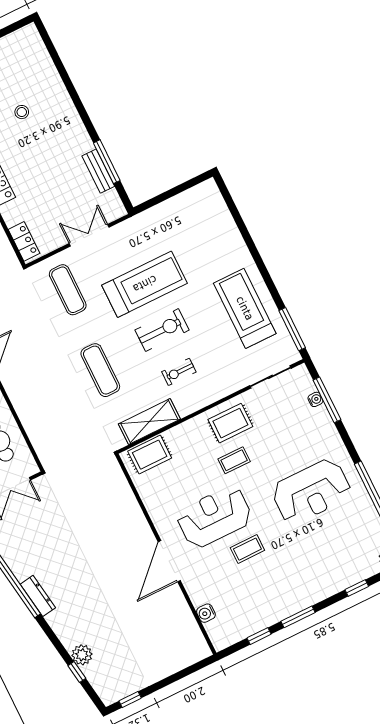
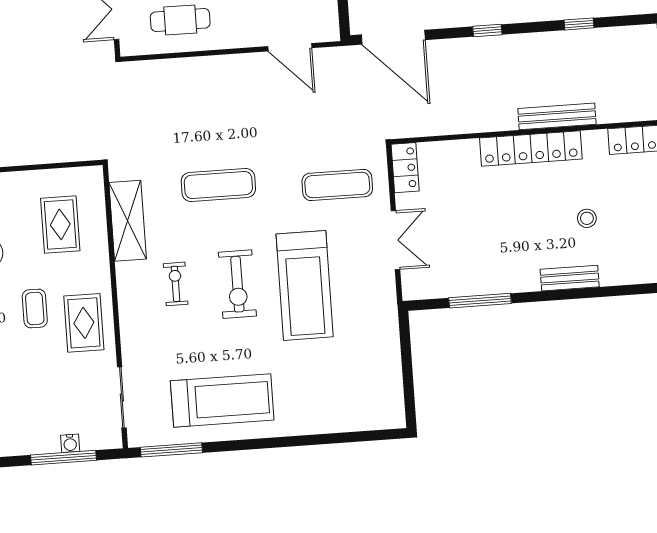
bench: (98, 171) -> (570, 278), moved
locker: (24, 241) -> (405, 168), moved, turned -90
rug: (150, 455) -> (60, 224), moved

